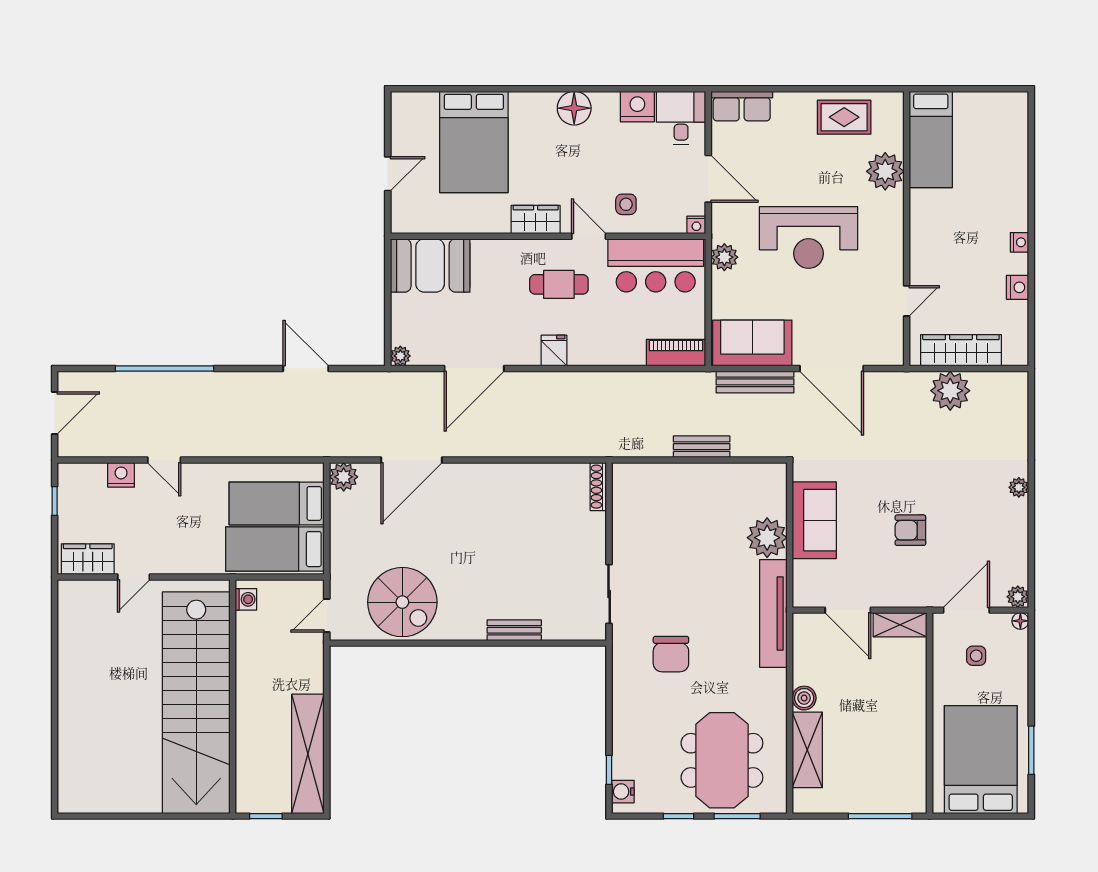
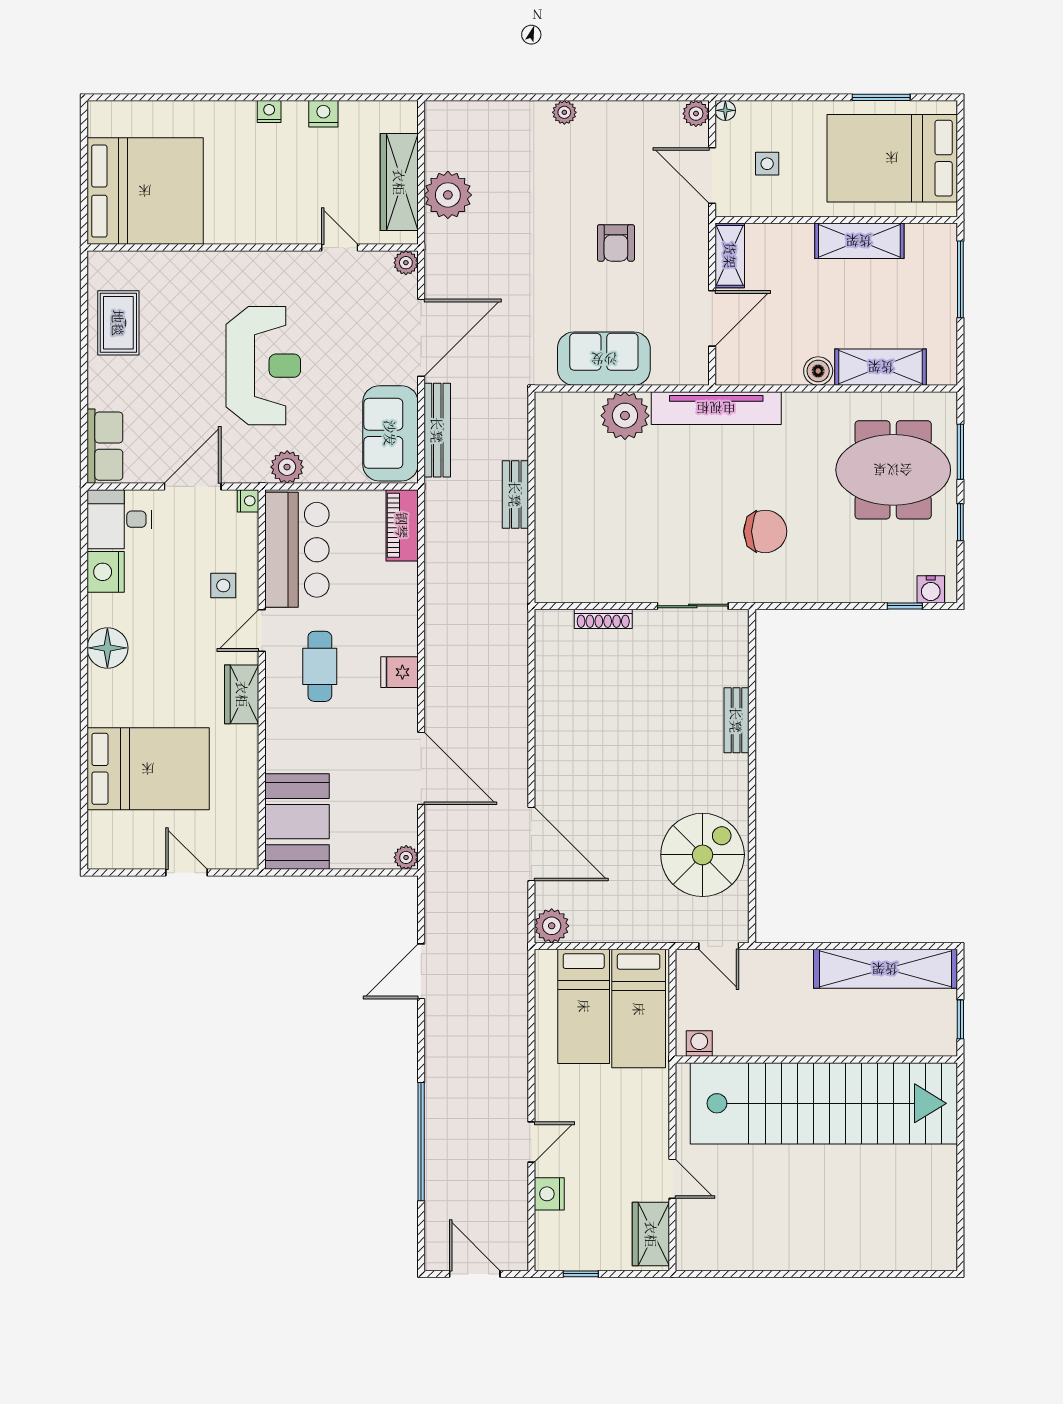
bed: (931, 139) -> (145, 191), width x2.04
plant: (885, 171) -> (406, 263), moved, width x0.53, depth x0.53
shoe rack: (598, 487) -> (603, 619), moved
shelving: (912, 732) -> (859, 241), added

